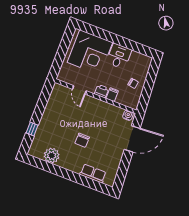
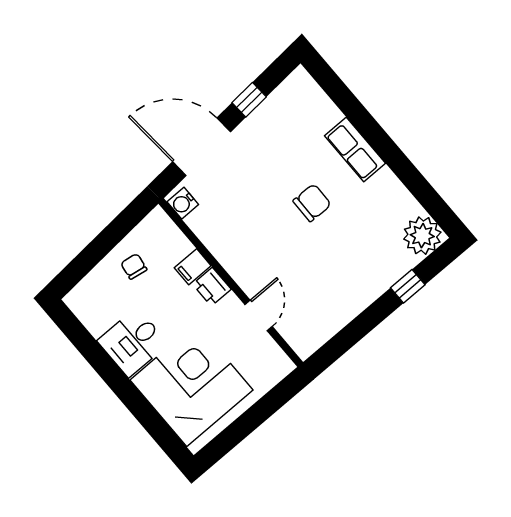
plant: (52, 156) -> (422, 236), moved
window: (124, 165) -> (249, 100), added
row of seats: (93, 174) -> (355, 149), moved

